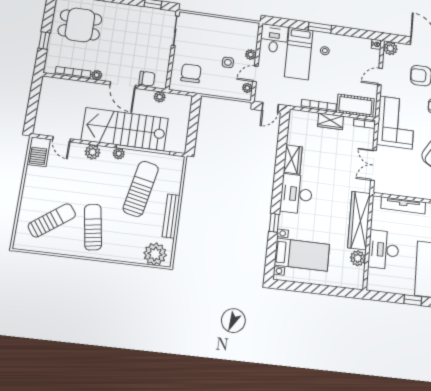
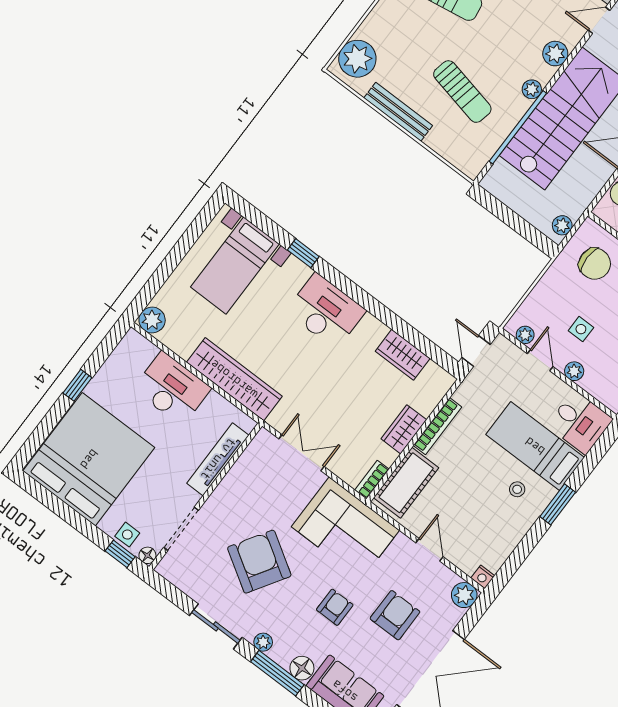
plant: (160, 97) -> (562, 225), moved
wardrobe: (293, 159) -> (403, 355), moved
sun lounger: (141, 189) -> (462, 92), width x0.73, depth x0.75
plant: (358, 258) -> (152, 320), moved

